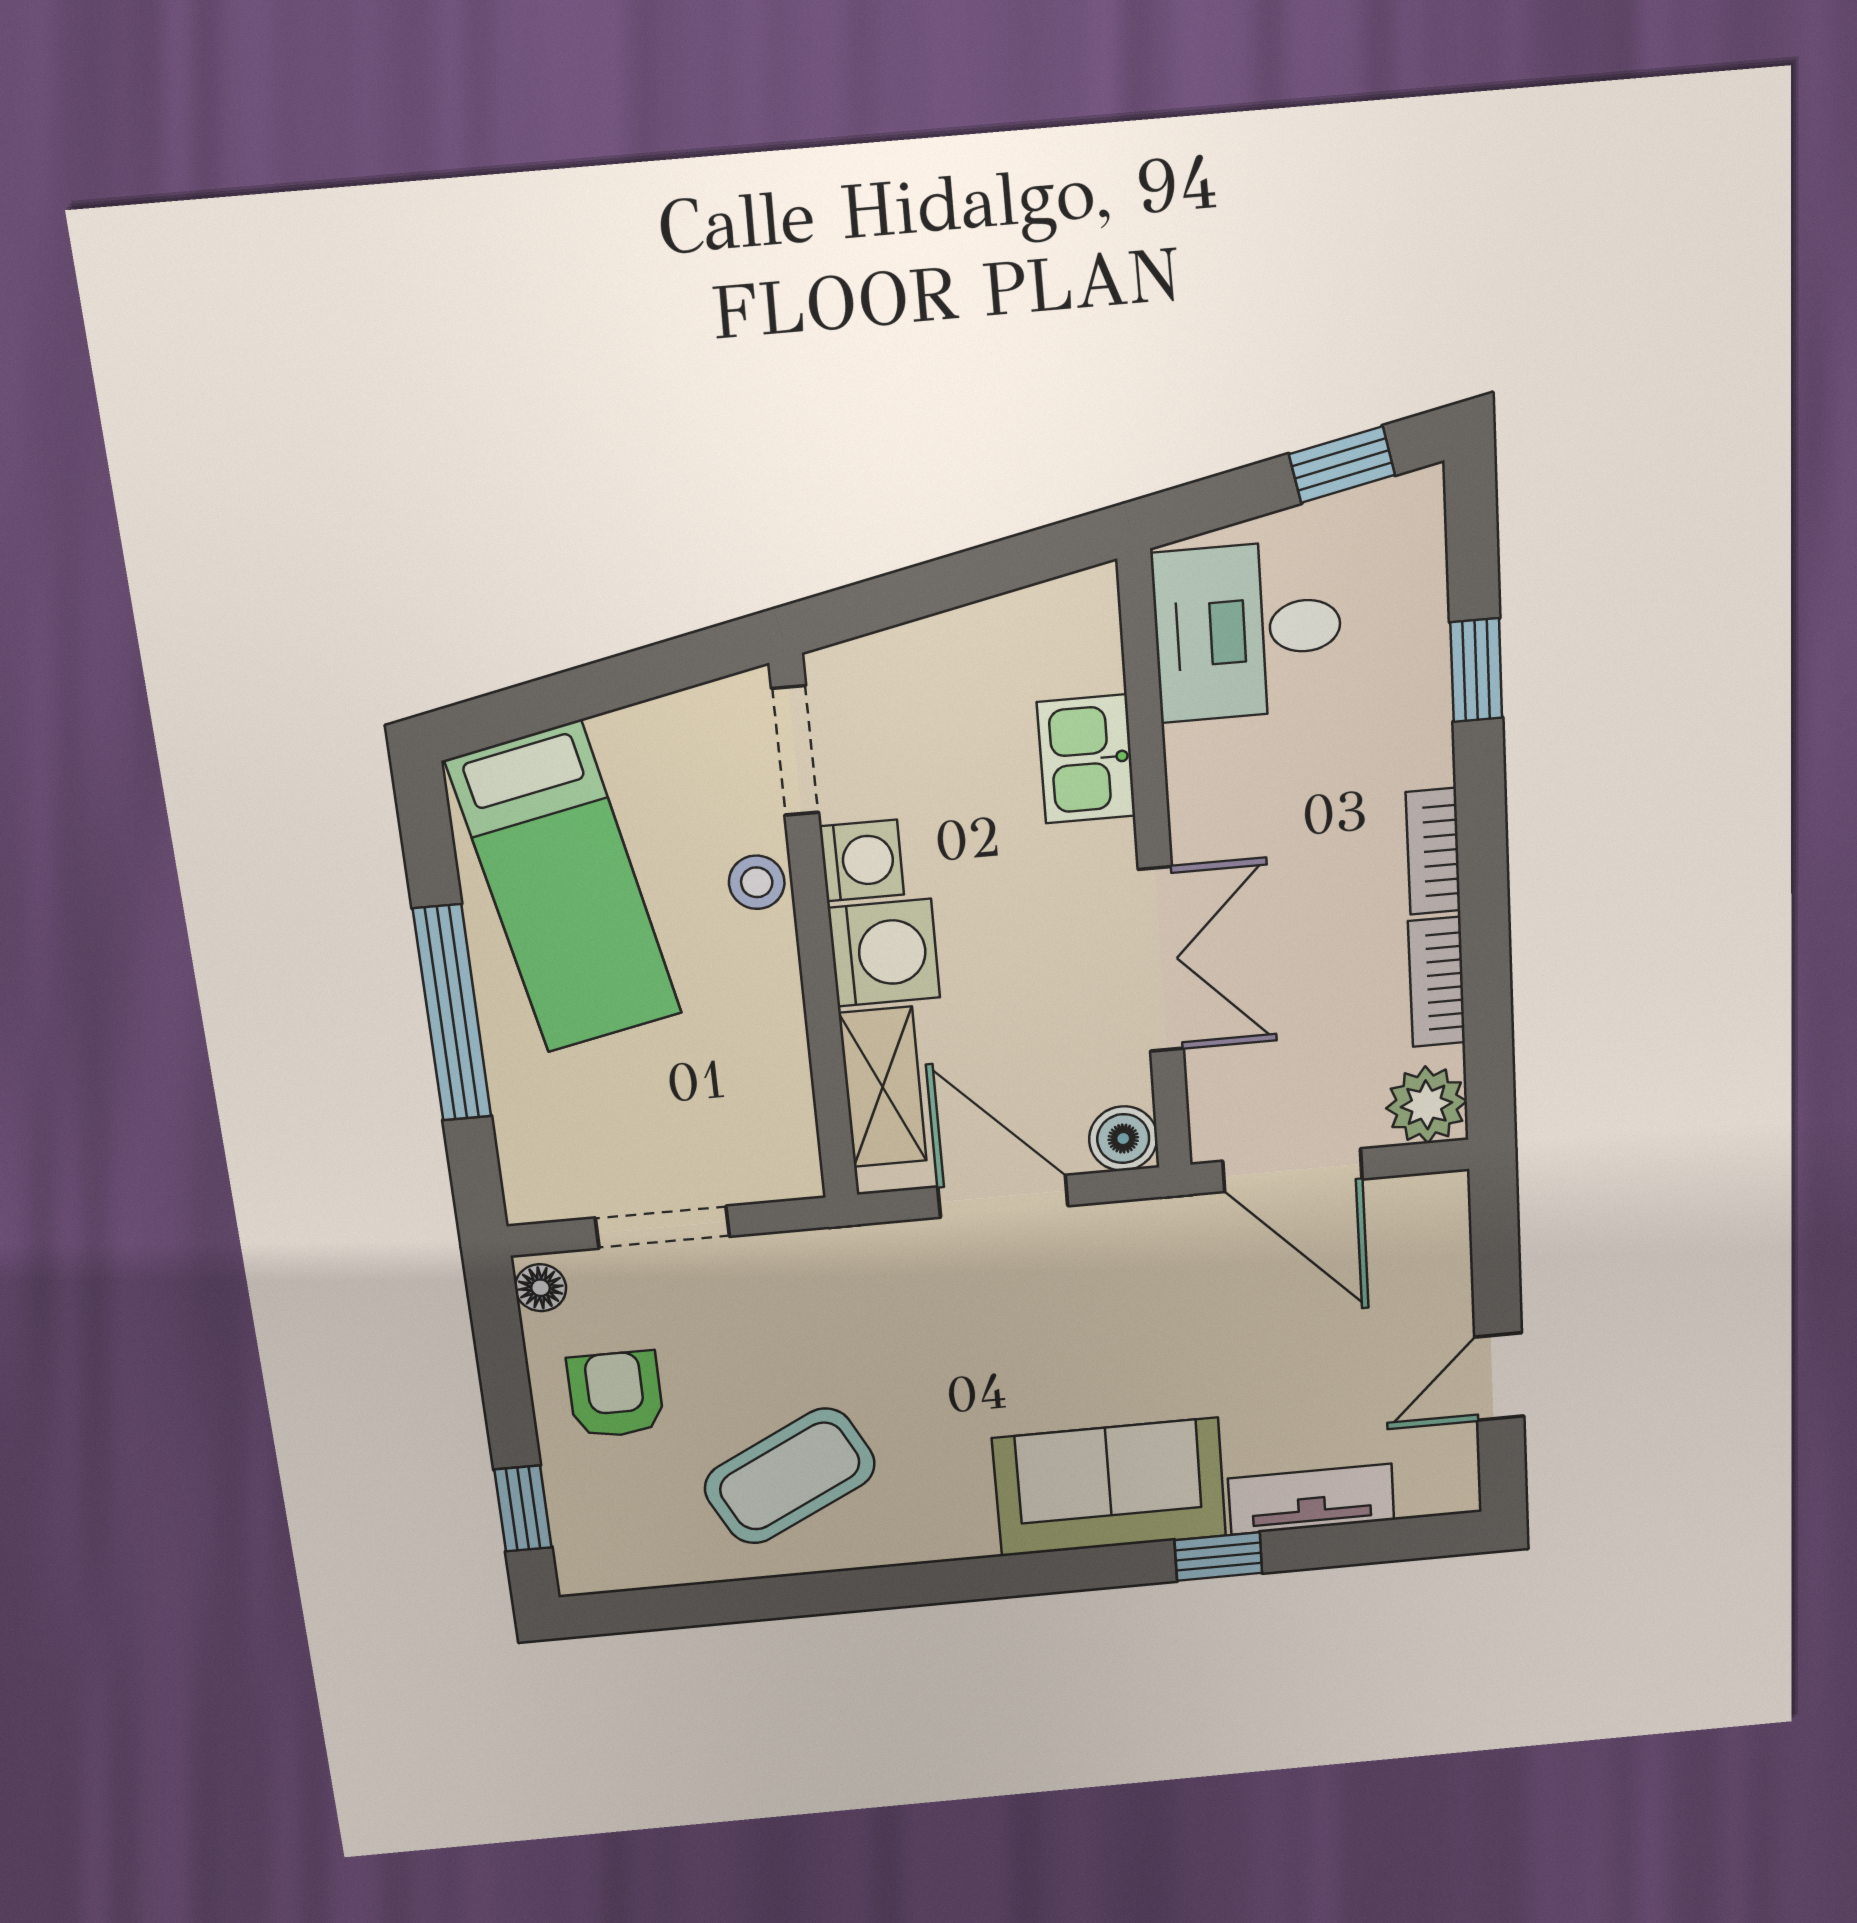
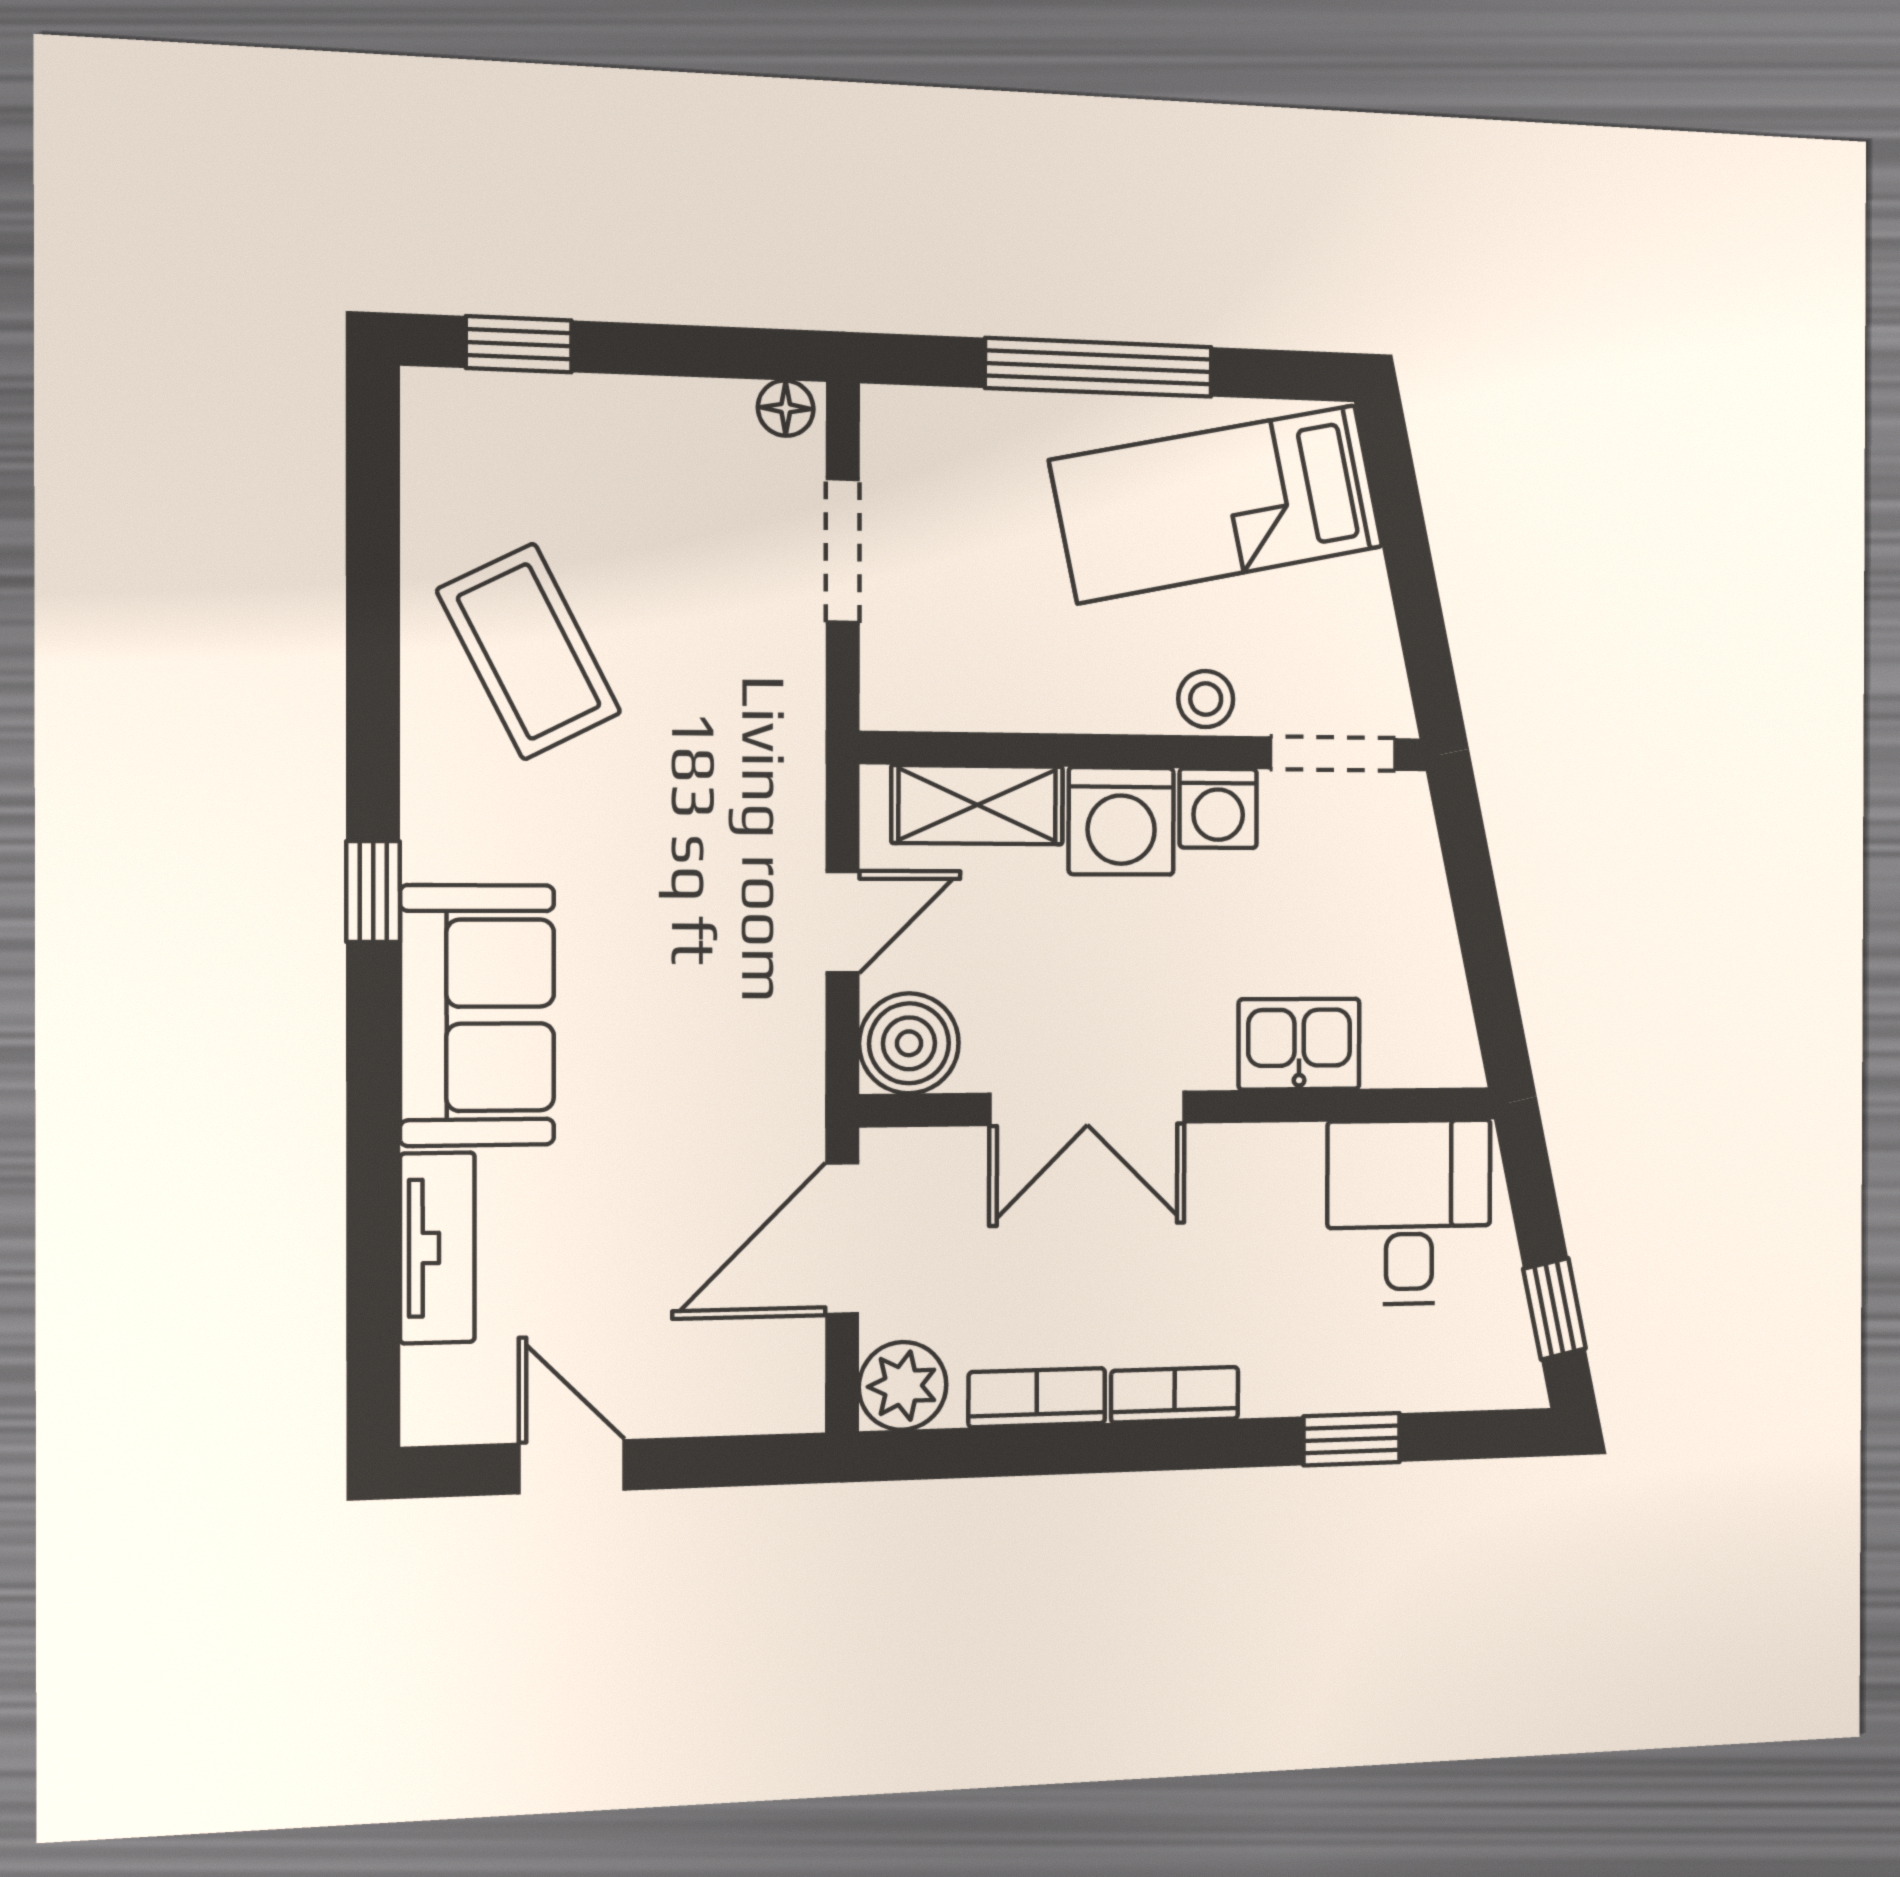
boiler: (1123, 1139) -> (909, 1043), width x1.36, depth x1.36
door: (1003, 1196) -> (842, 922), width x0.73
armchair: (616, 1394) -> (650, 470), removed
window: (1218, 1556) -> (373, 892), moved

